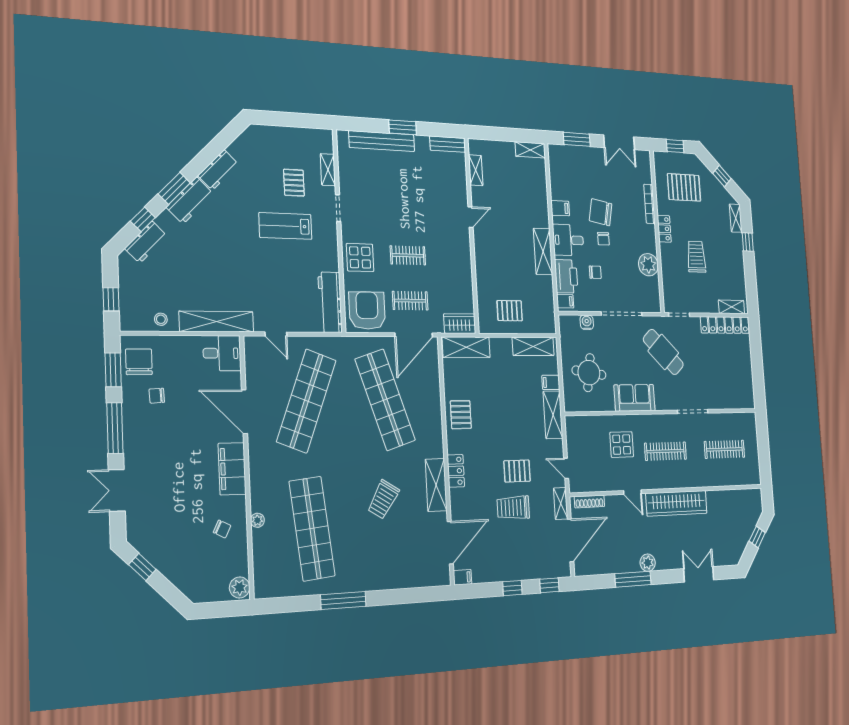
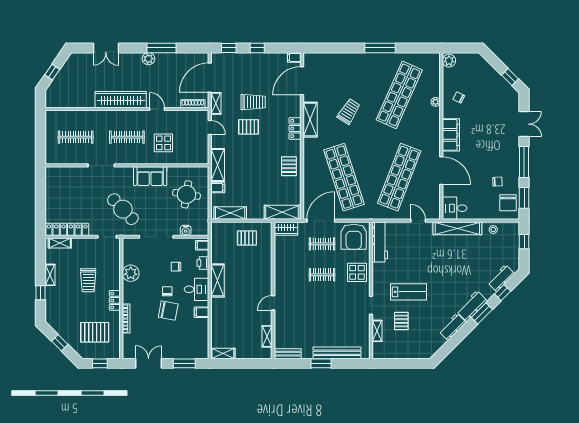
shelving: (736, 218) -> (50, 275), moved
printer: (566, 276) -> (203, 263), width x0.53, depth x0.68
shop shelf: (312, 529) -> (399, 95), turned 30

